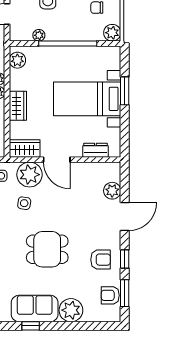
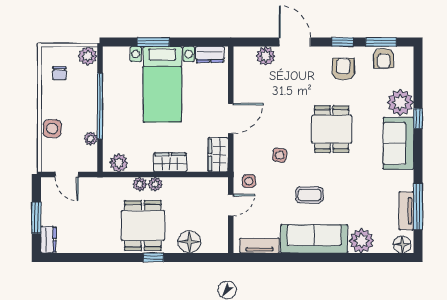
dresser: (95, 150) -> (210, 54), moved, turned -90
plant: (29, 175) -> (248, 149), removed
window: (31, 326) -> (418, 119), moved

